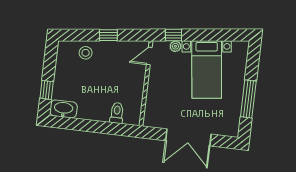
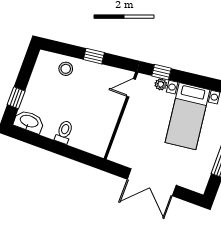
toilet: (117, 113) -> (64, 132), moved

